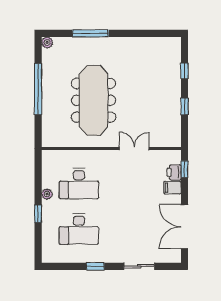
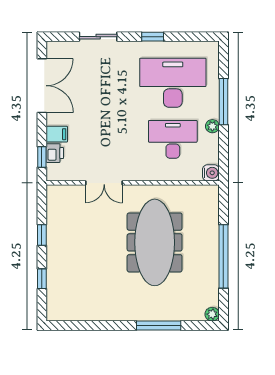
water cooler: (48, 156) -> (211, 173), added
window: (38, 214) -> (223, 102), width x2.17
desk: (79, 229) -> (173, 83), width x1.36, depth x1.30

